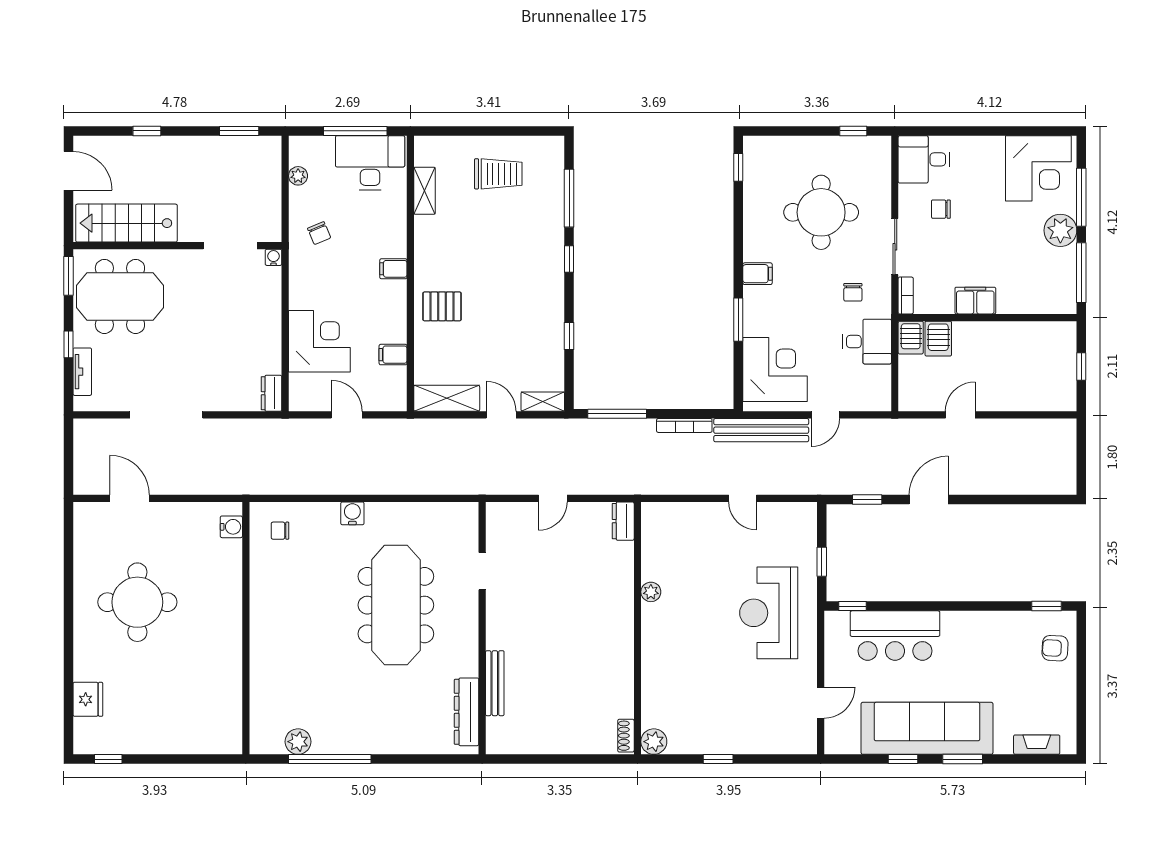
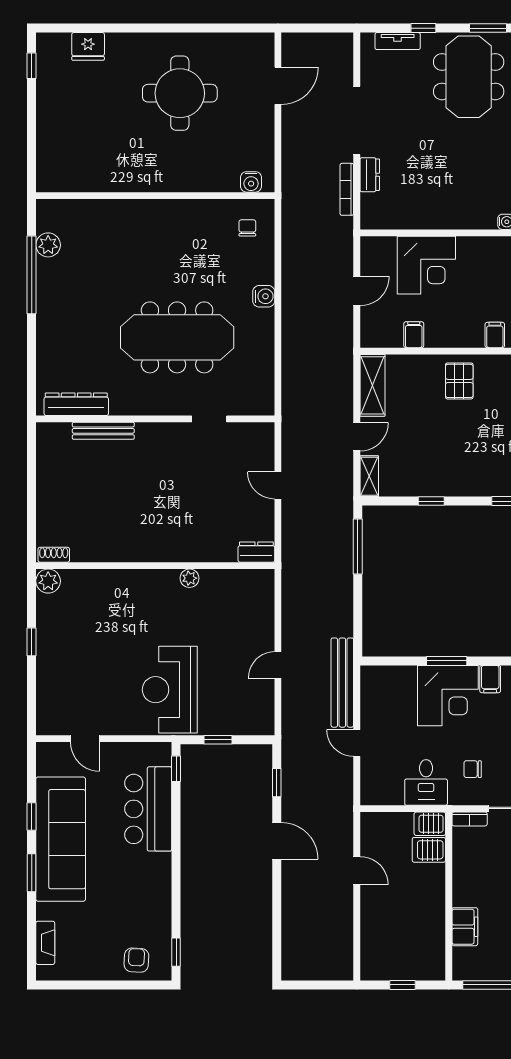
filing cabinet: (975, 301) -> (465, 927), moved
corner desk: (775, 369) -> (448, 696), moved
dresser: (271, 393) -> (370, 175), moved, turned 90
bookcase: (684, 425) -> (347, 189), moved
reception desk: (769, 613) -> (170, 690), turned -90

